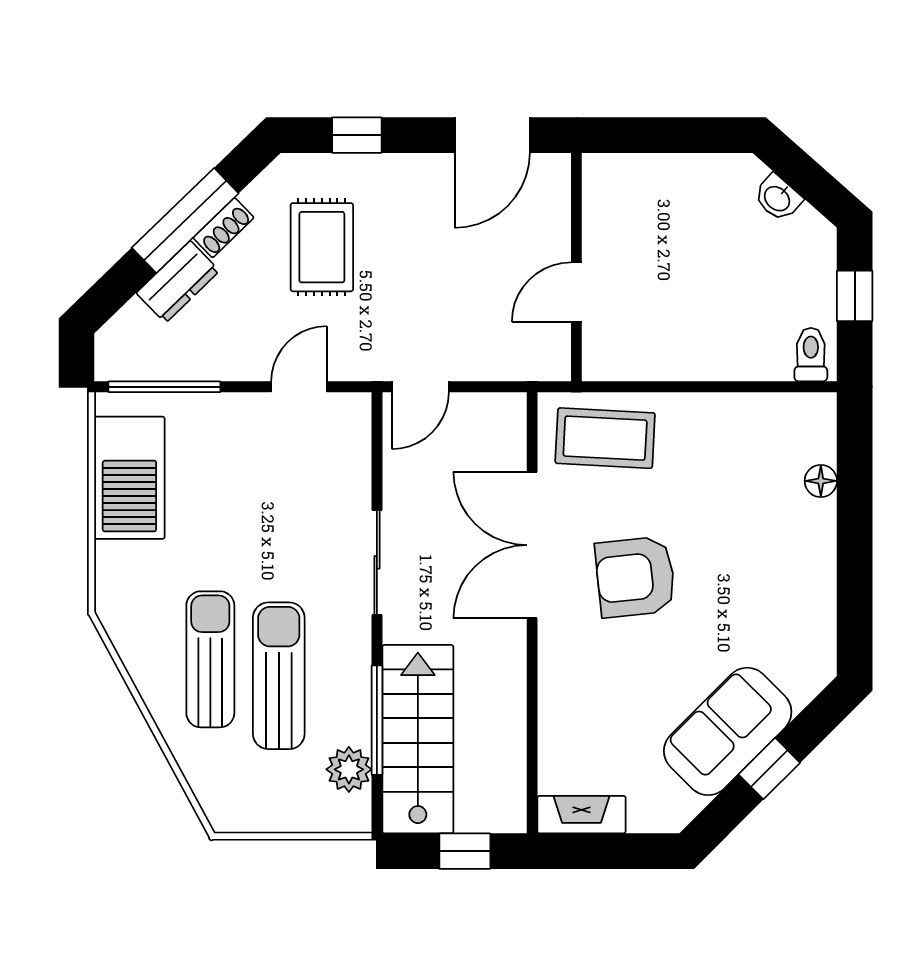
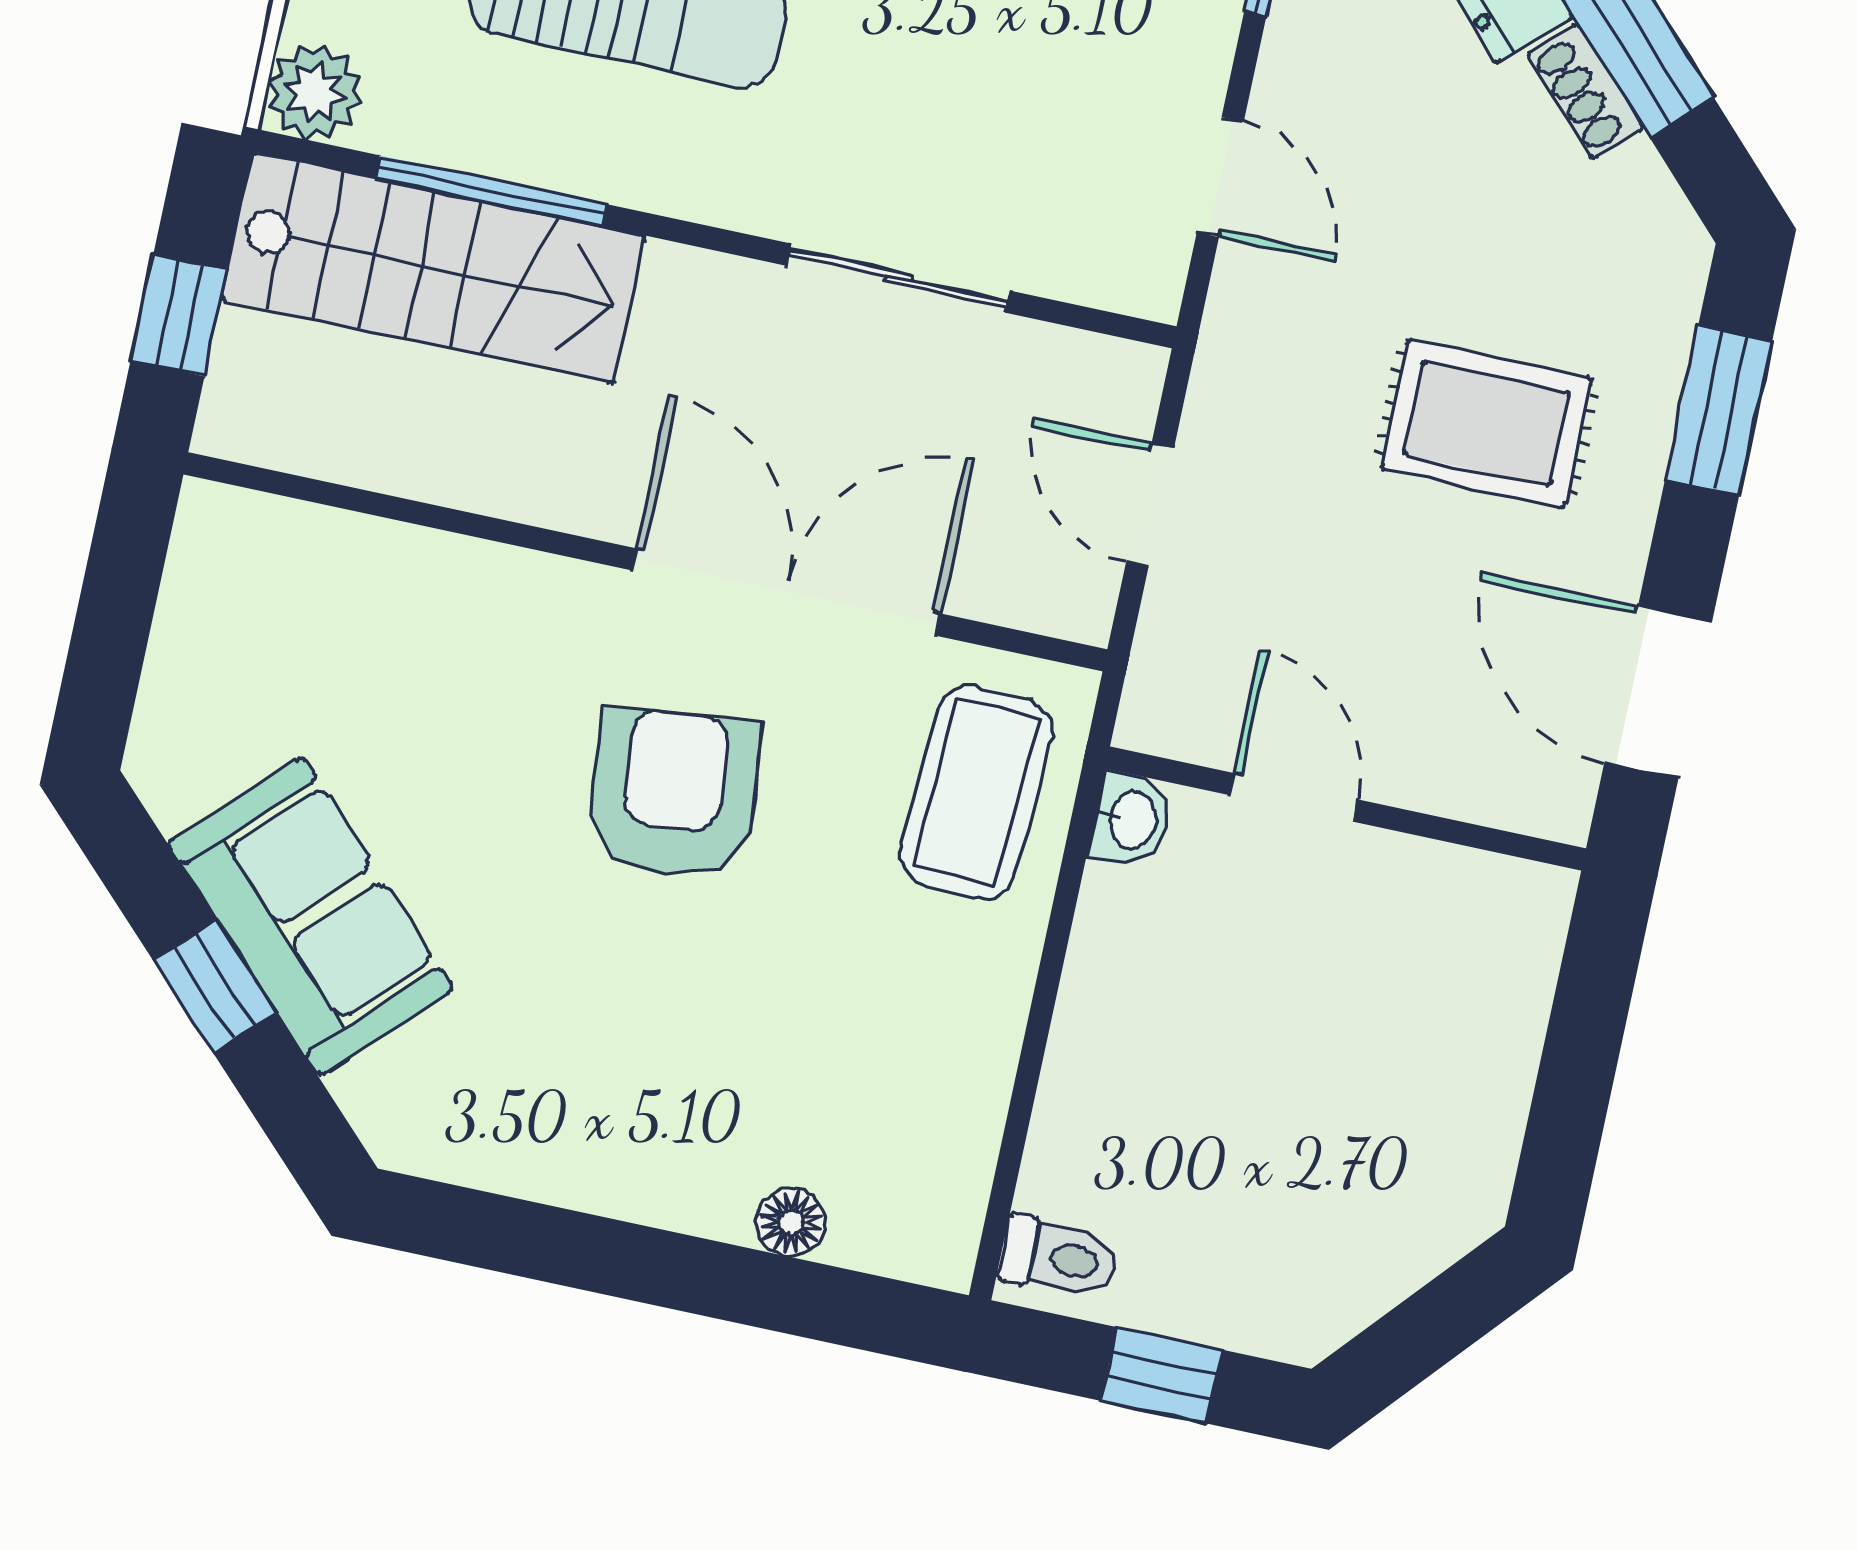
window: (357, 135) -> (1719, 410), width x1.50
washbasin: (778, 198) -> (1131, 820), moved, turned 138
rug: (322, 247) -> (1486, 424), moved
door: (420, 387) -> (1150, 505), moved
sliding door: (377, 562) -> (898, 278), moved
plant: (349, 769) -> (315, 92), moved
fireplace: (581, 815) -> (203, 575), removed

